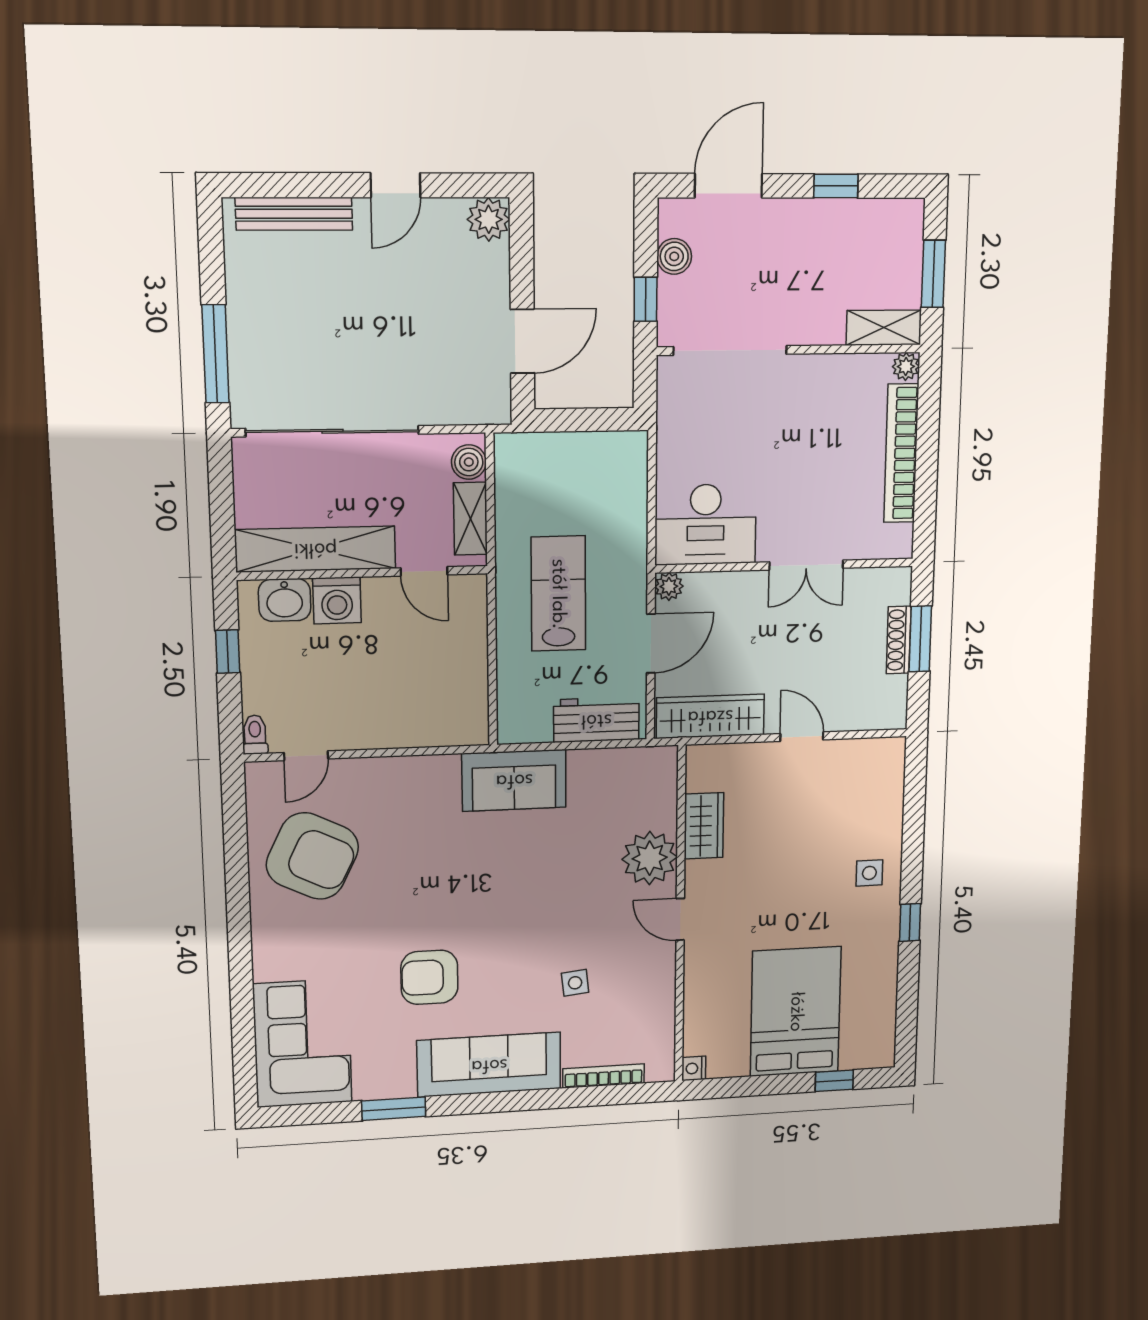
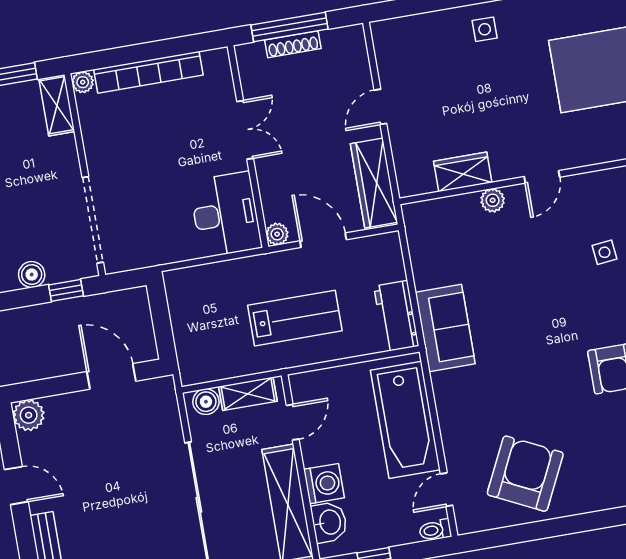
lab bench: (558, 594) -> (295, 318), turned 180
window: (920, 639) -> (289, 27), width x1.44
bathtub: (405, 716) -> (405, 420), added
workbench: (596, 720) -> (396, 316), moved
door: (306, 756) -> (447, 490), swing flipped
plant: (650, 858) -> (493, 200), width x0.53, depth x0.53

